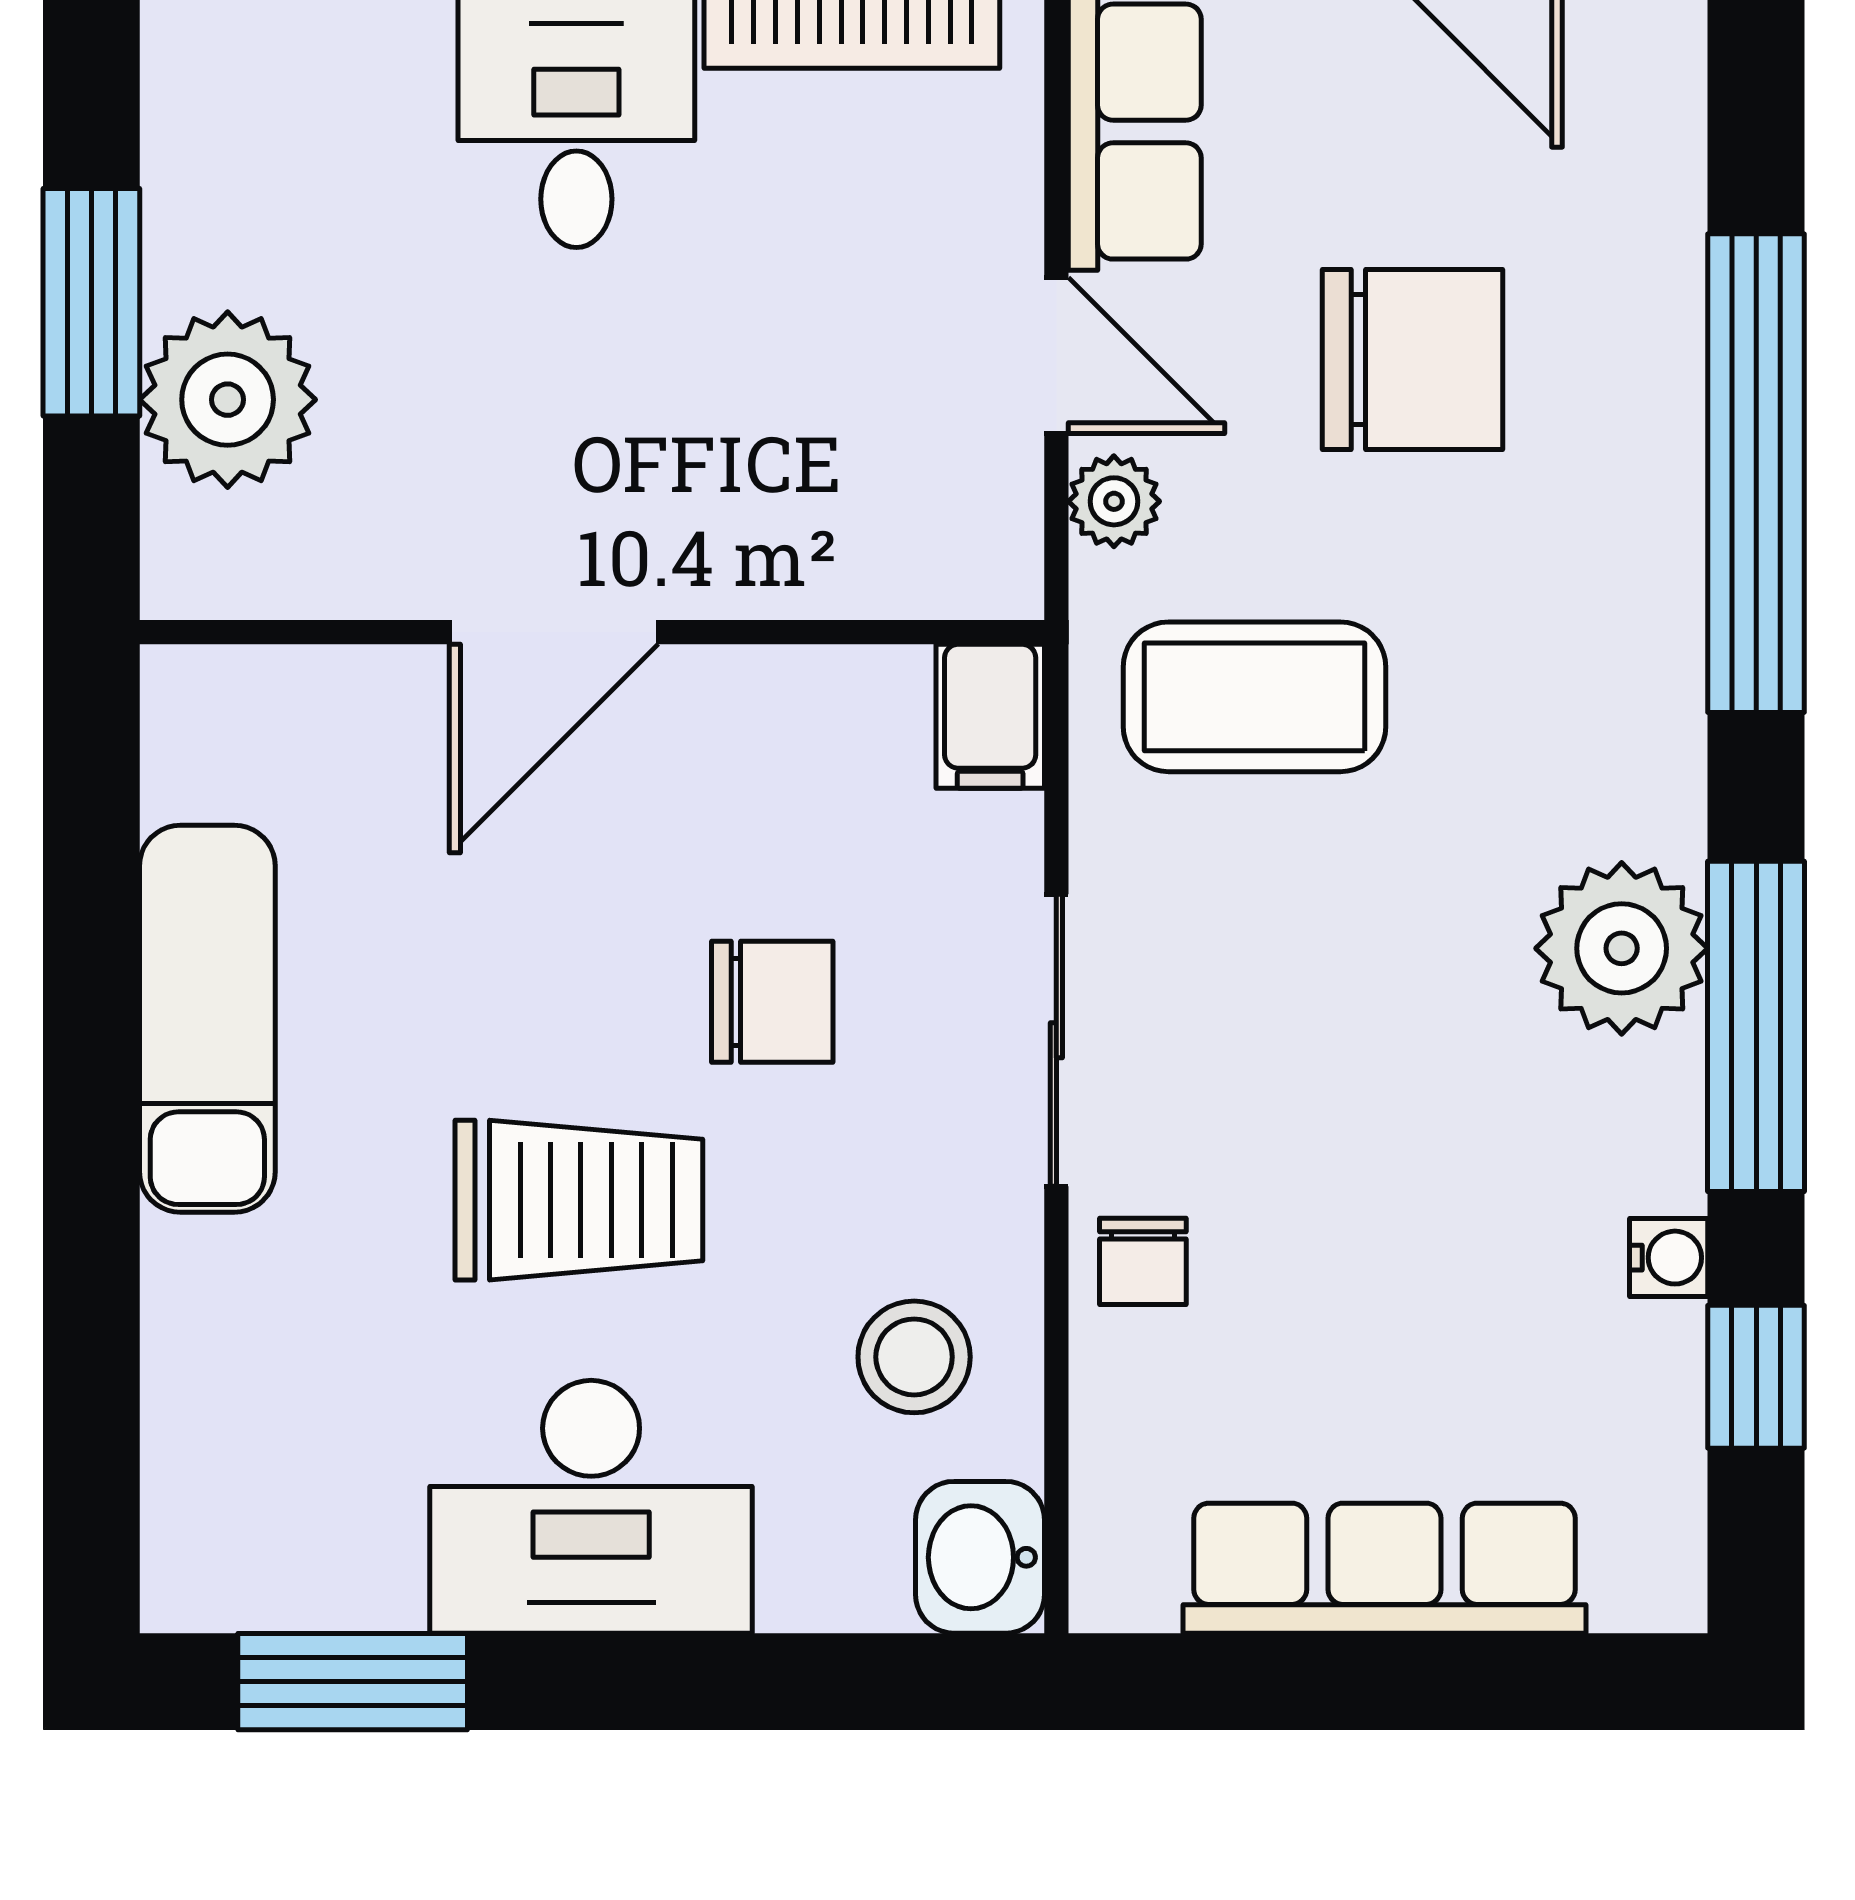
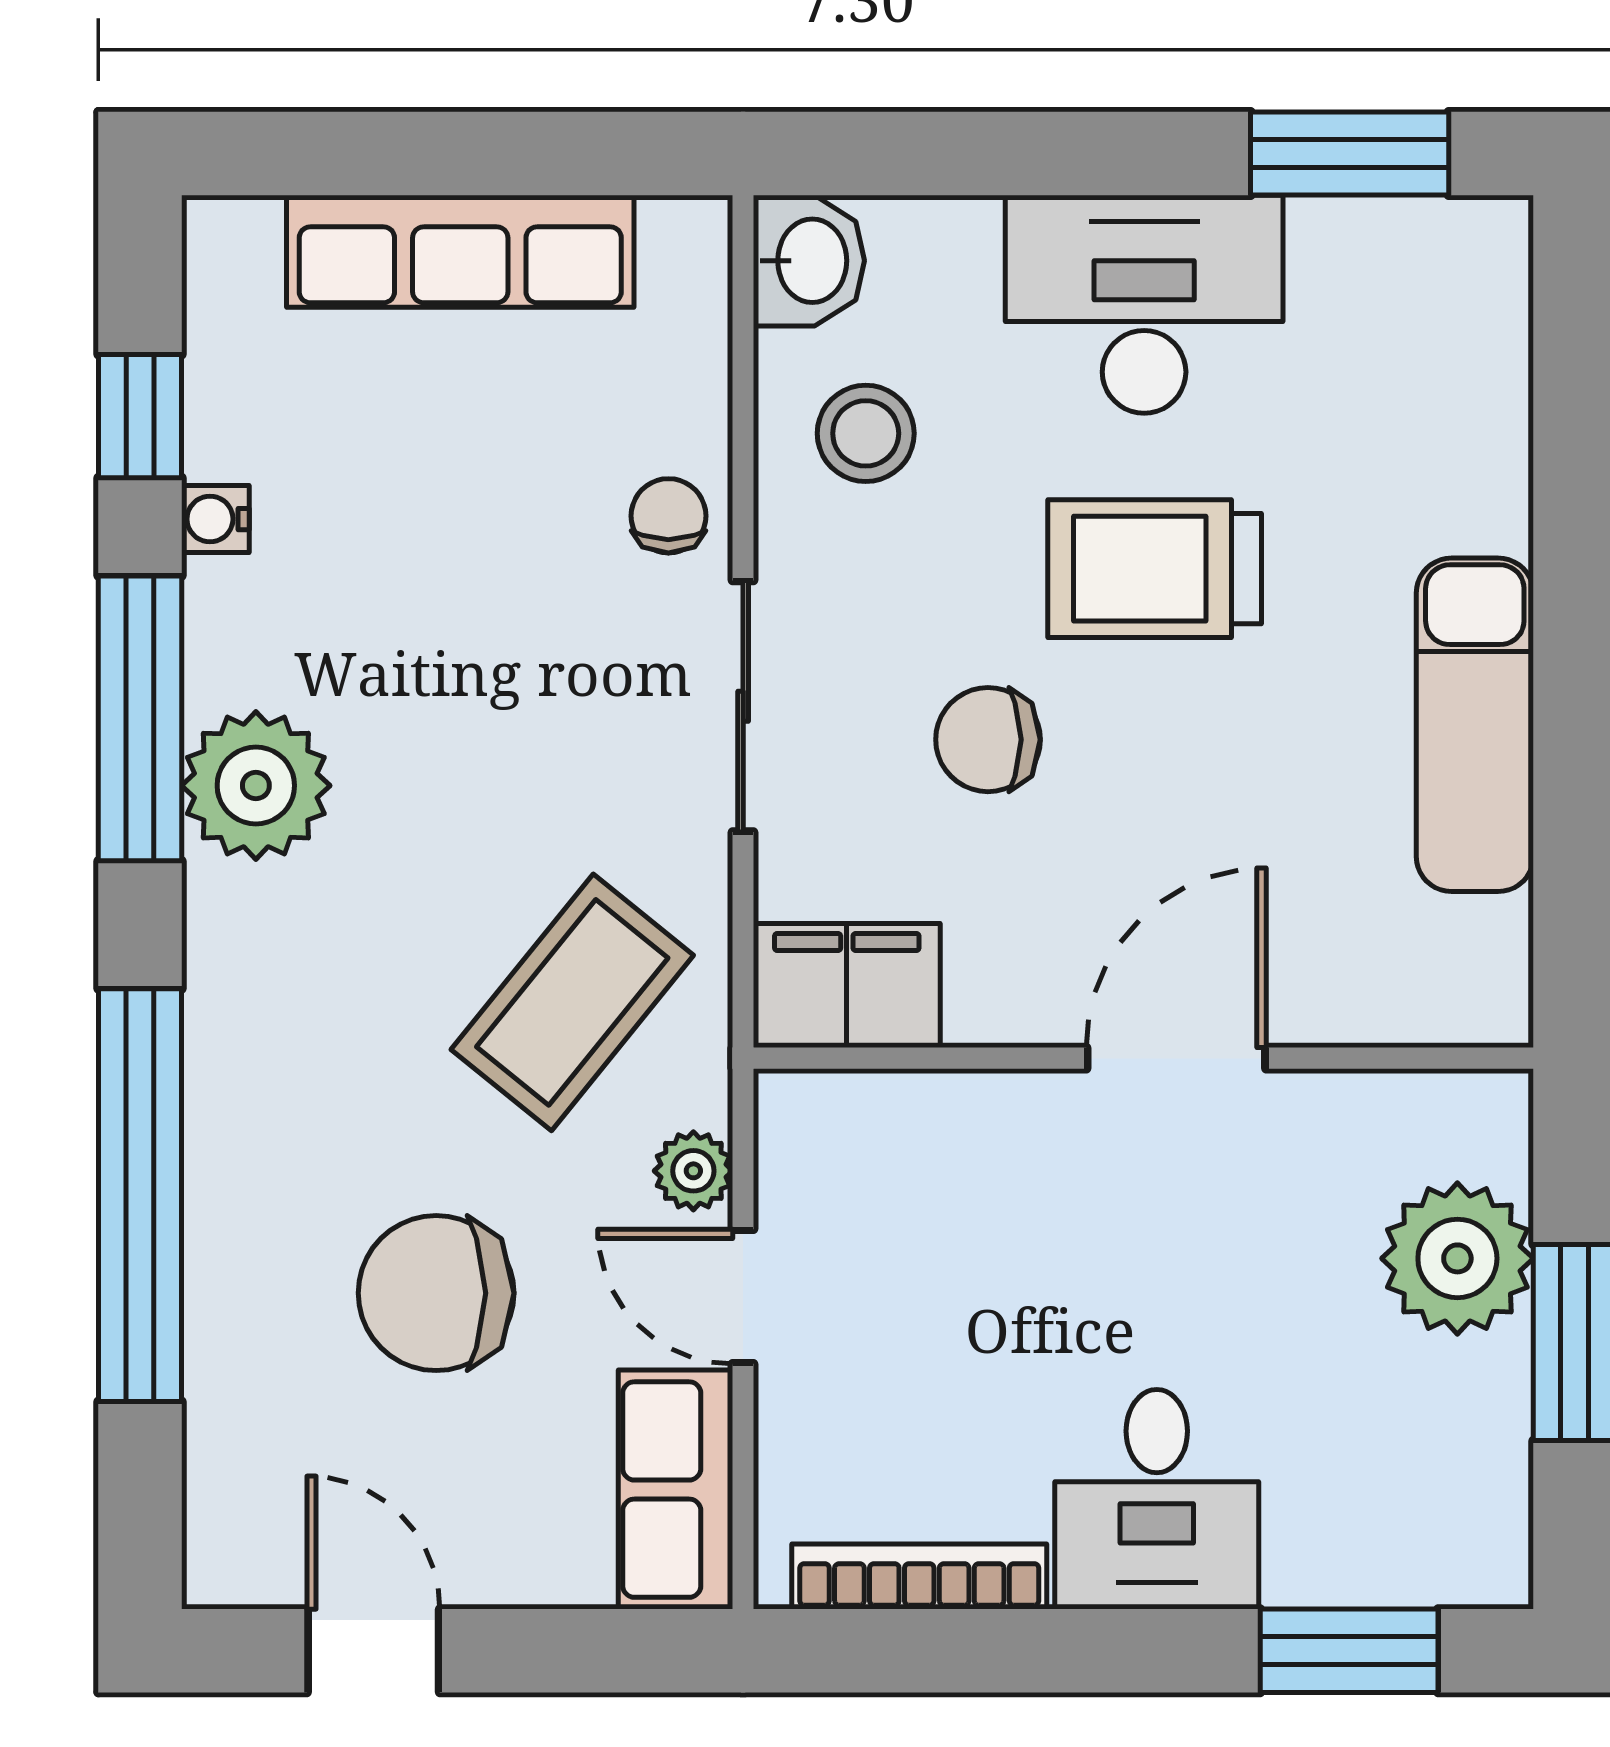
coffee table: (1254, 697) -> (572, 1002), turned -51
filing cabinet: (990, 716) -> (847, 986), width x2.00

